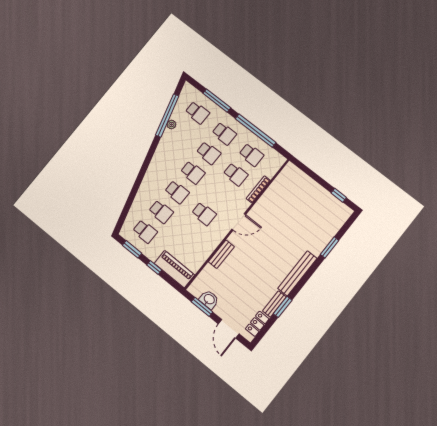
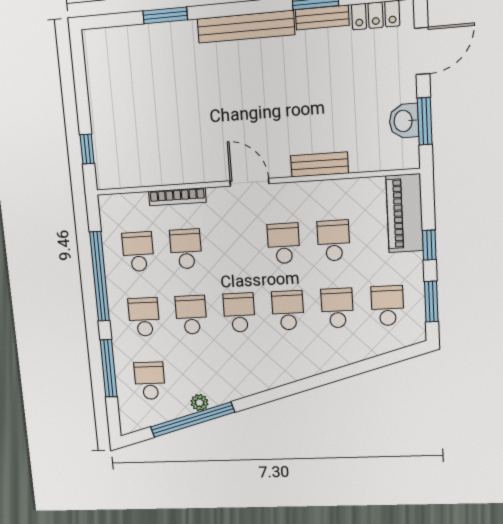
window: (339, 195) -> (87, 149), moved
school desk: (188, 234) -> (334, 241), added

